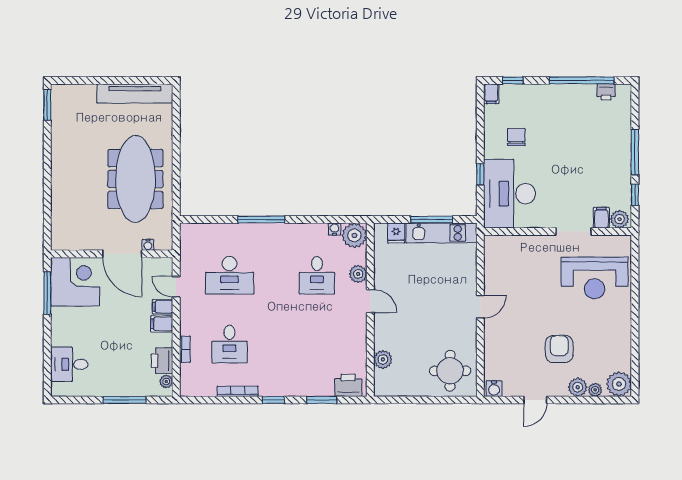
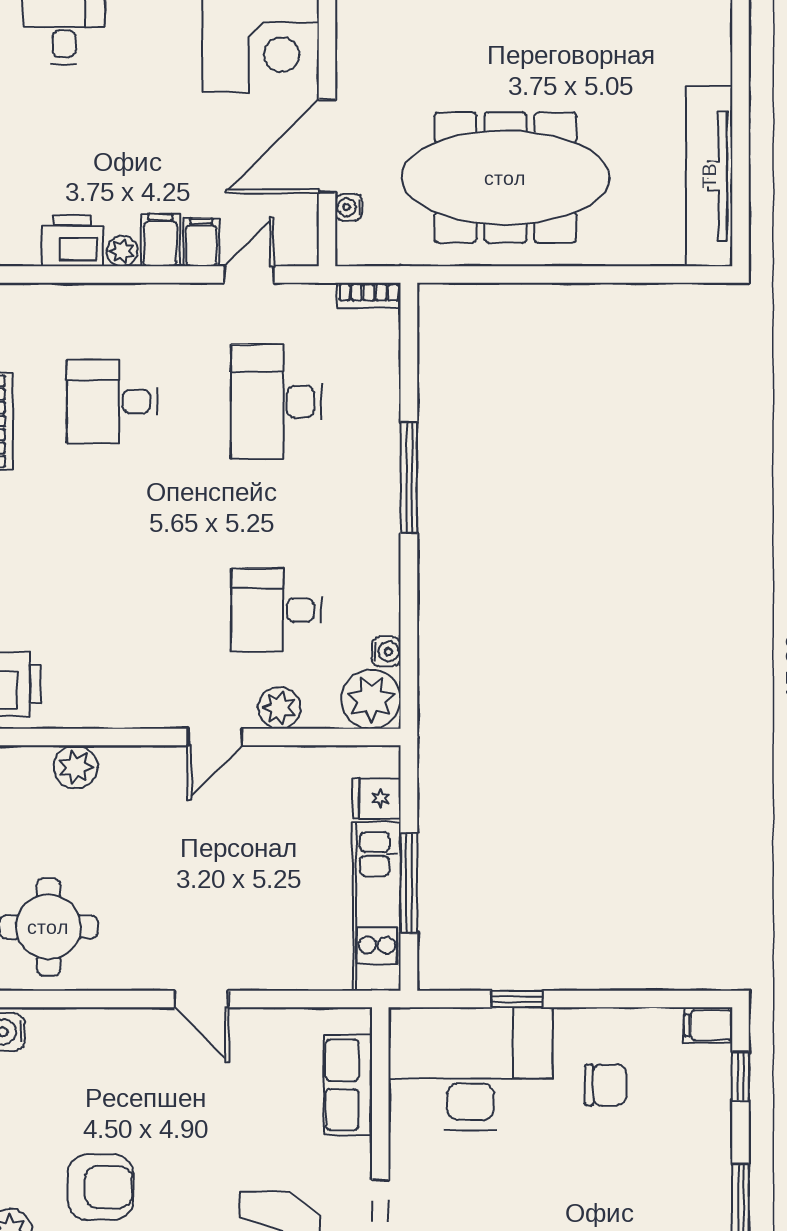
row of seats: (516, 245) -> (348, 1085), added
bookcase: (185, 349) -> (369, 295), moved
plant: (166, 381) -> (122, 251), moved

